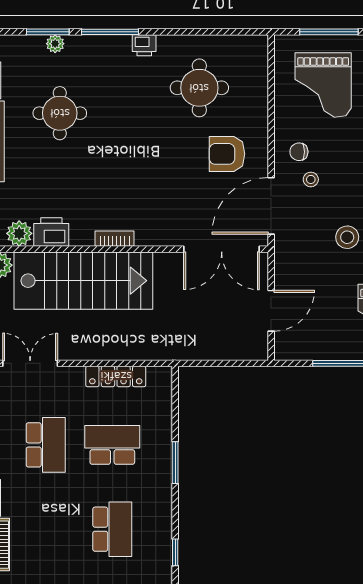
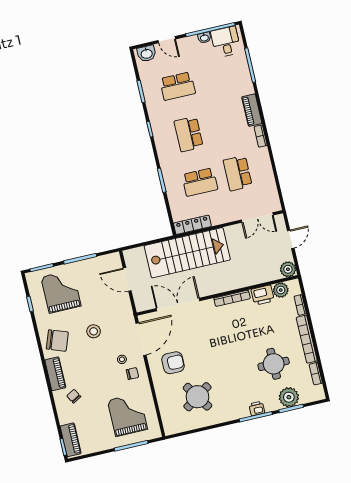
plant: (55, 44) -> (289, 397), width x1.87, depth x1.87
printer: (144, 45) -> (257, 408), moved
round table: (199, 88) -> (197, 397), turned -34
bookcase: (115, 239) -> (232, 298), width x1.56
double door: (222, 249) -> (178, 305), moved
stairs: (83, 281) -> (187, 253), moved, turned 180
door: (271, 311) -> (127, 279), hinge flipped
locker: (116, 376) -> (192, 225), moved

